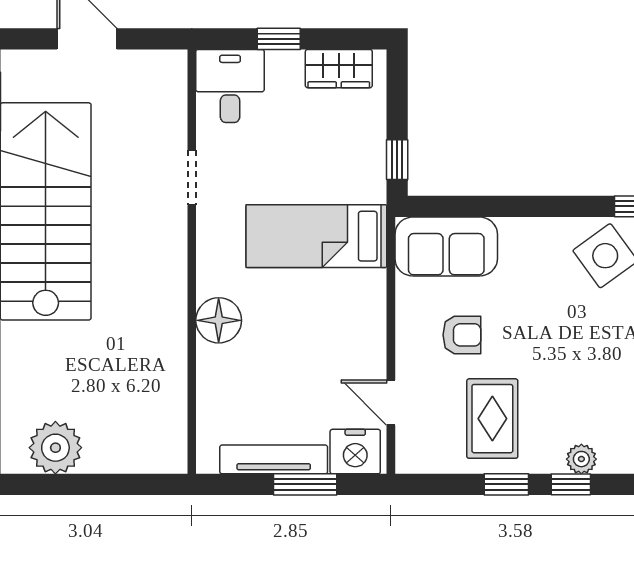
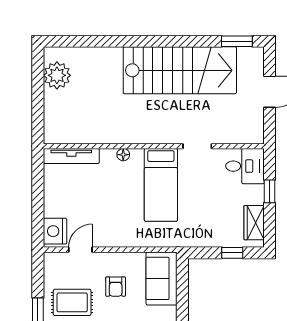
window: (397, 160) -> (232, 253), moved
bed: (316, 236) -> (161, 185), moved, turned 180
floor lamp: (219, 320) -> (123, 155), width x0.53, depth x0.53
tv unit: (274, 459) -> (71, 156), moved, turned 90
window: (305, 484) -> (38, 205), removed

